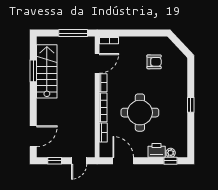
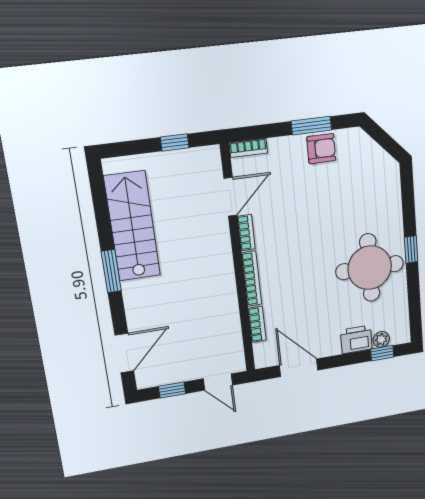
window: (73, 33) -> (175, 142), width x0.46
window: (142, 33) -> (311, 126), added
armchair: (154, 62) -> (321, 149), moved
window: (33, 71) -> (111, 271), moved
round table: (140, 113) -> (370, 268), moved
door: (79, 161) -> (218, 382), hinge flipped

